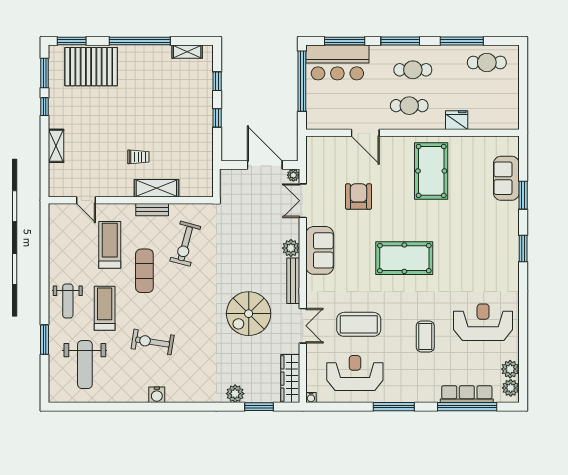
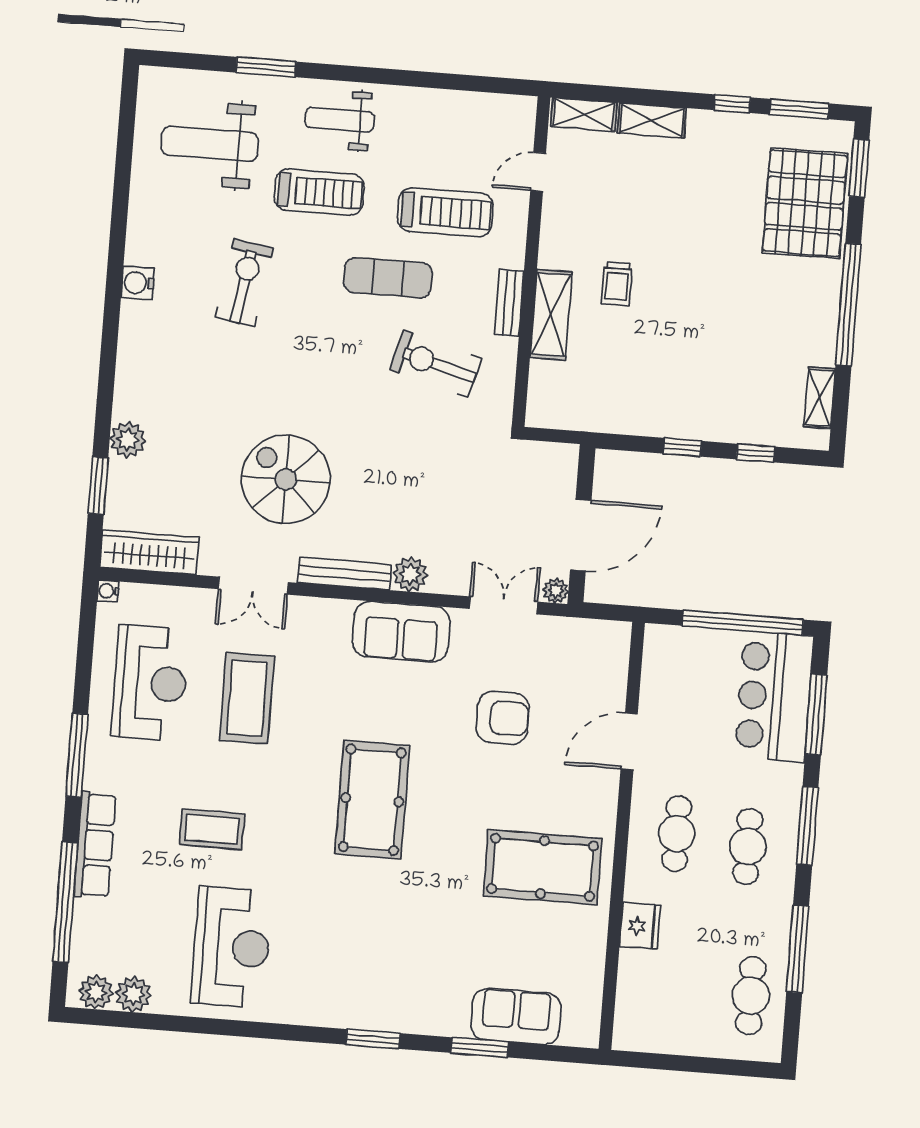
shelving: (56, 180) -> (584, 114), added
row of seats: (467, 394) -> (95, 845), moved

